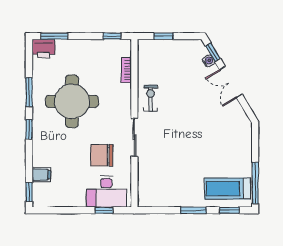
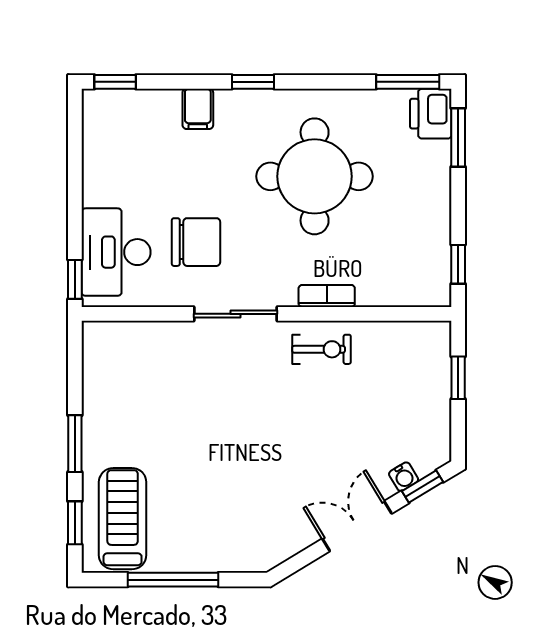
bookcase: (126, 70) -> (327, 296), moved
window: (29, 92) -> (408, 82), moved
chair: (102, 155) -> (196, 242), turned 90
filing cabinet: (41, 175) -> (198, 109), moved
window: (255, 183) -> (173, 580), moved
window: (104, 210) -> (75, 279), moved

